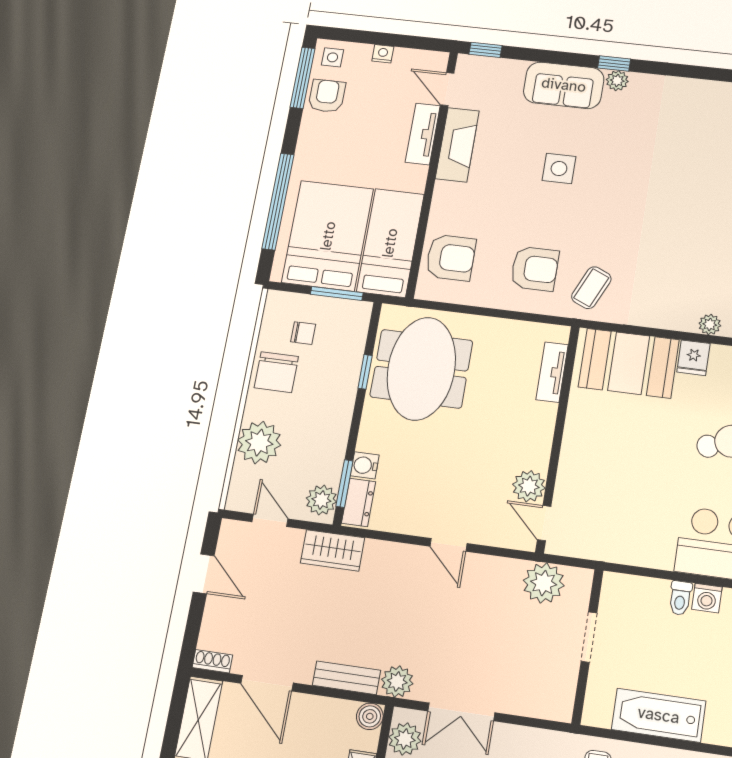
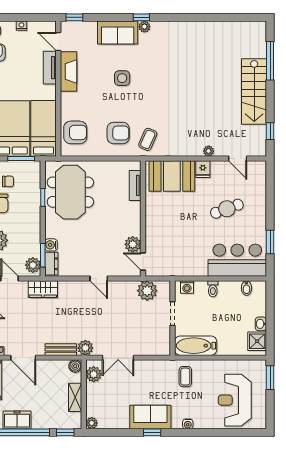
washing machine: (707, 598) -> (187, 287), moved
bathtub: (659, 715) -> (196, 346), moved

